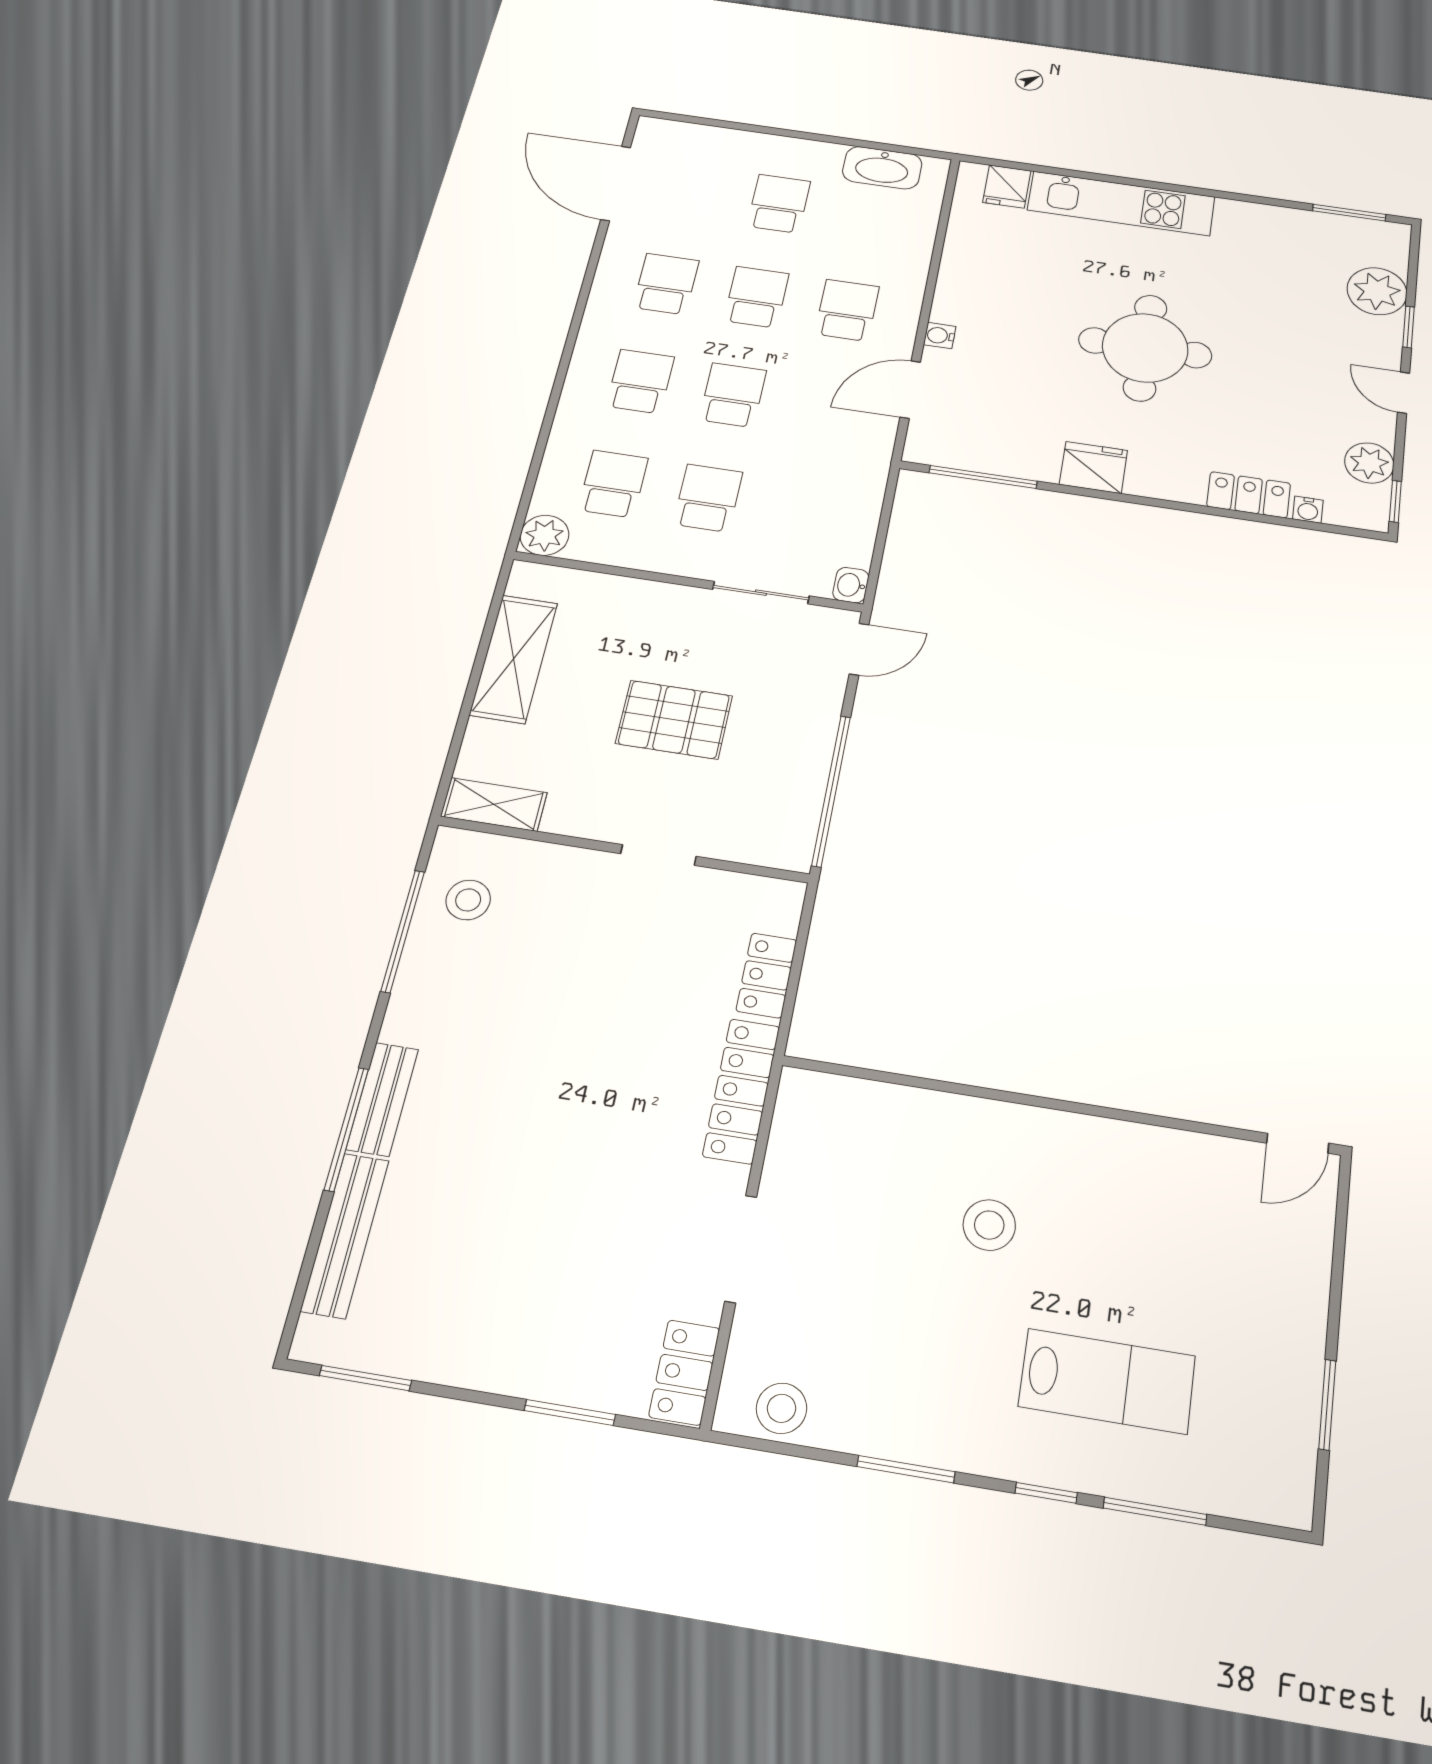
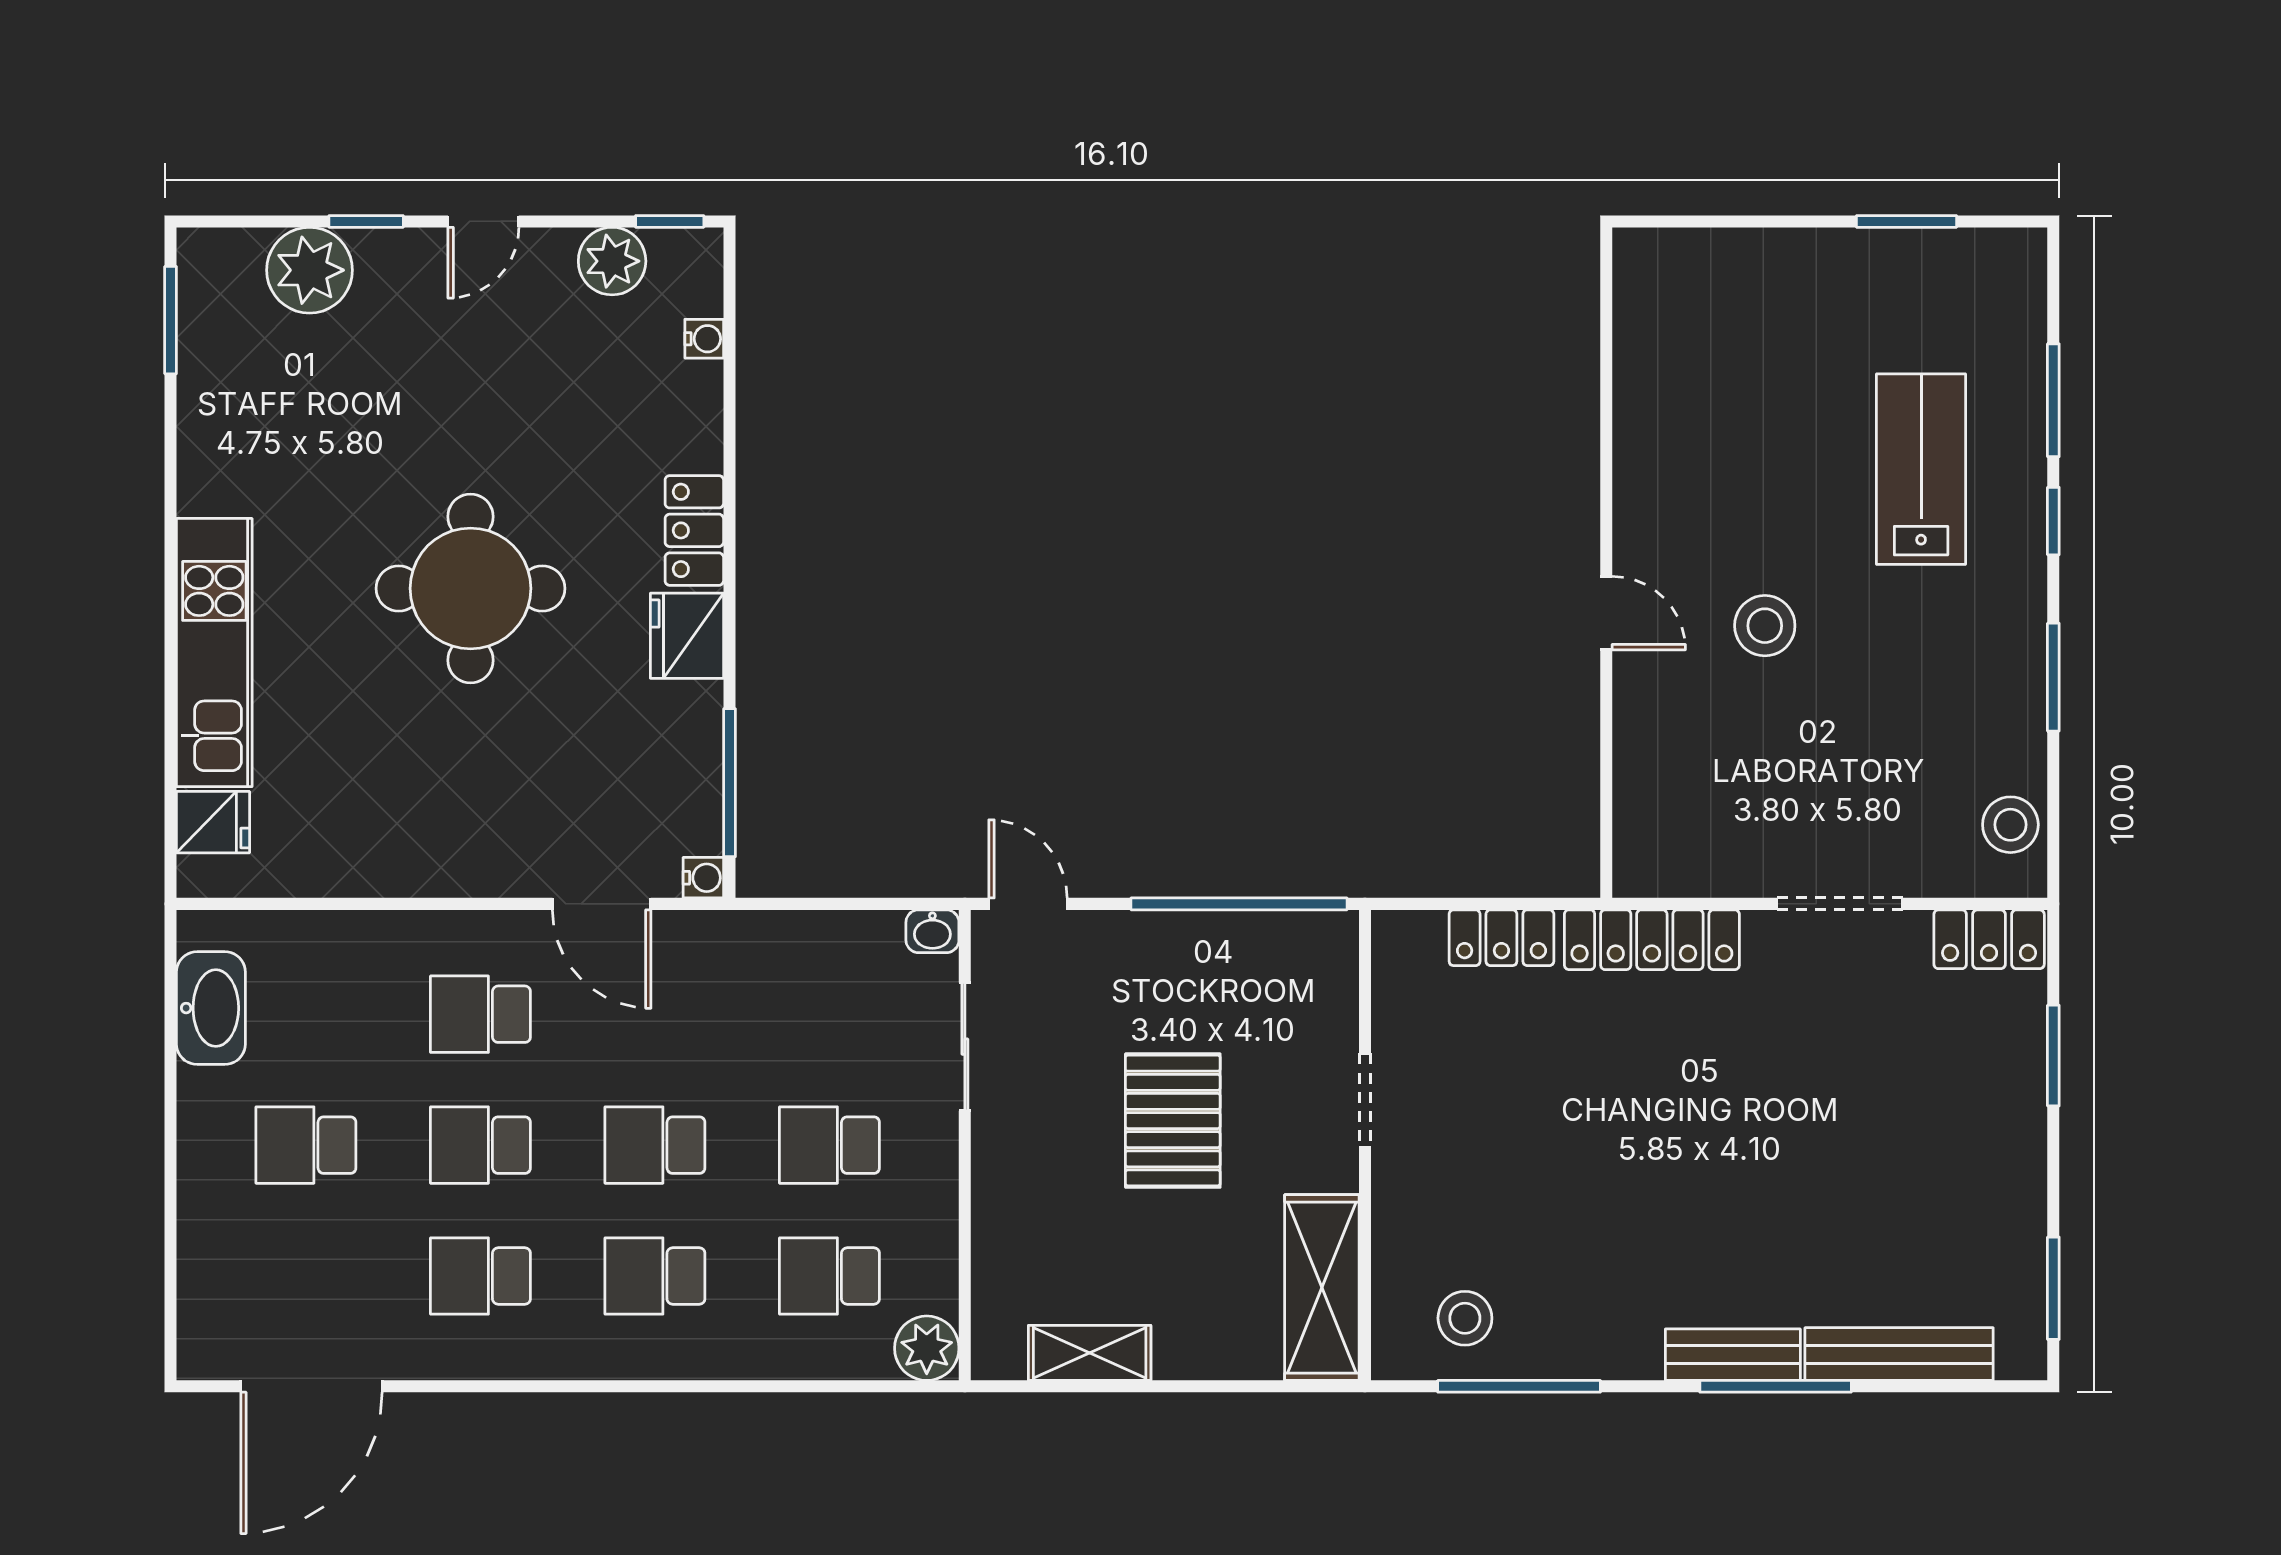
water cooler: (940, 336) -> (703, 878), moved, turned -90
locker: (1249, 495) -> (694, 530), moved
shelving: (514, 659) -> (1090, 1353), width x0.67, depth x0.75
shelving: (494, 804) -> (1322, 1288), width x1.50, depth x1.33
door: (1298, 1143) -> (1606, 613), moved

